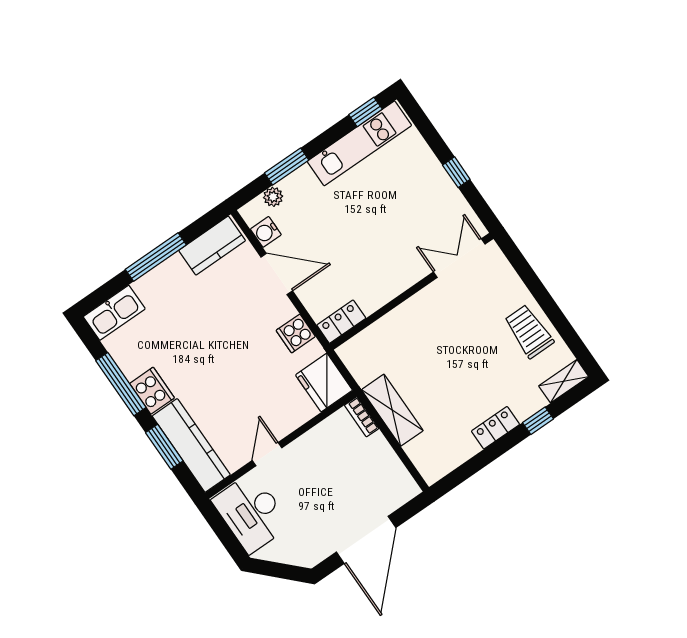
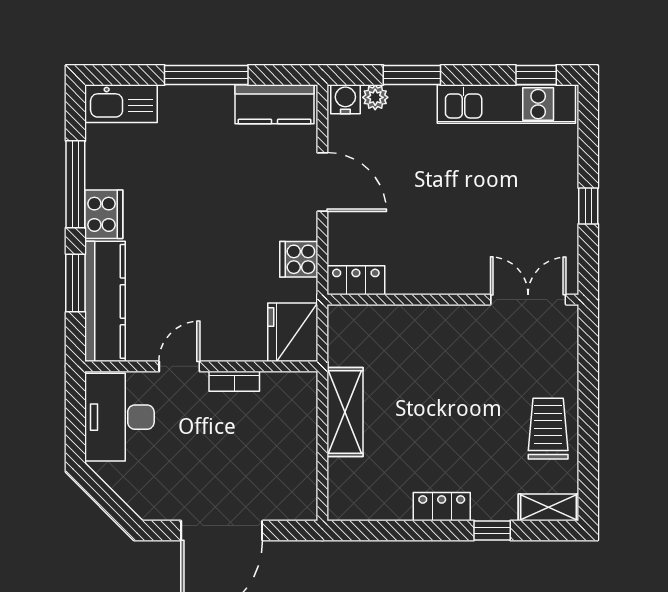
water cooler: (266, 232) -> (345, 99), moved, turned 90
bookcase: (362, 417) -> (234, 381), moved, turned -90

